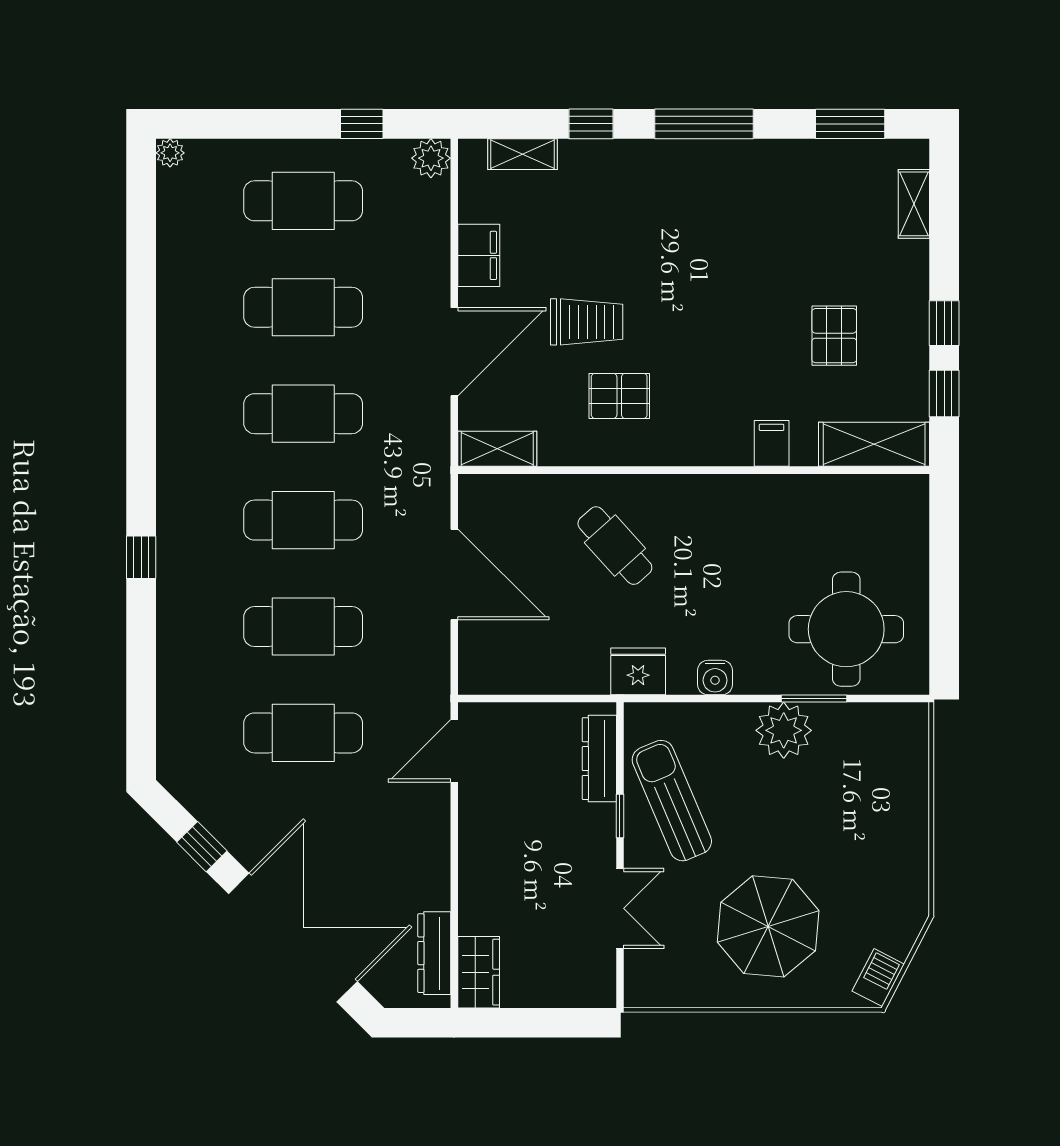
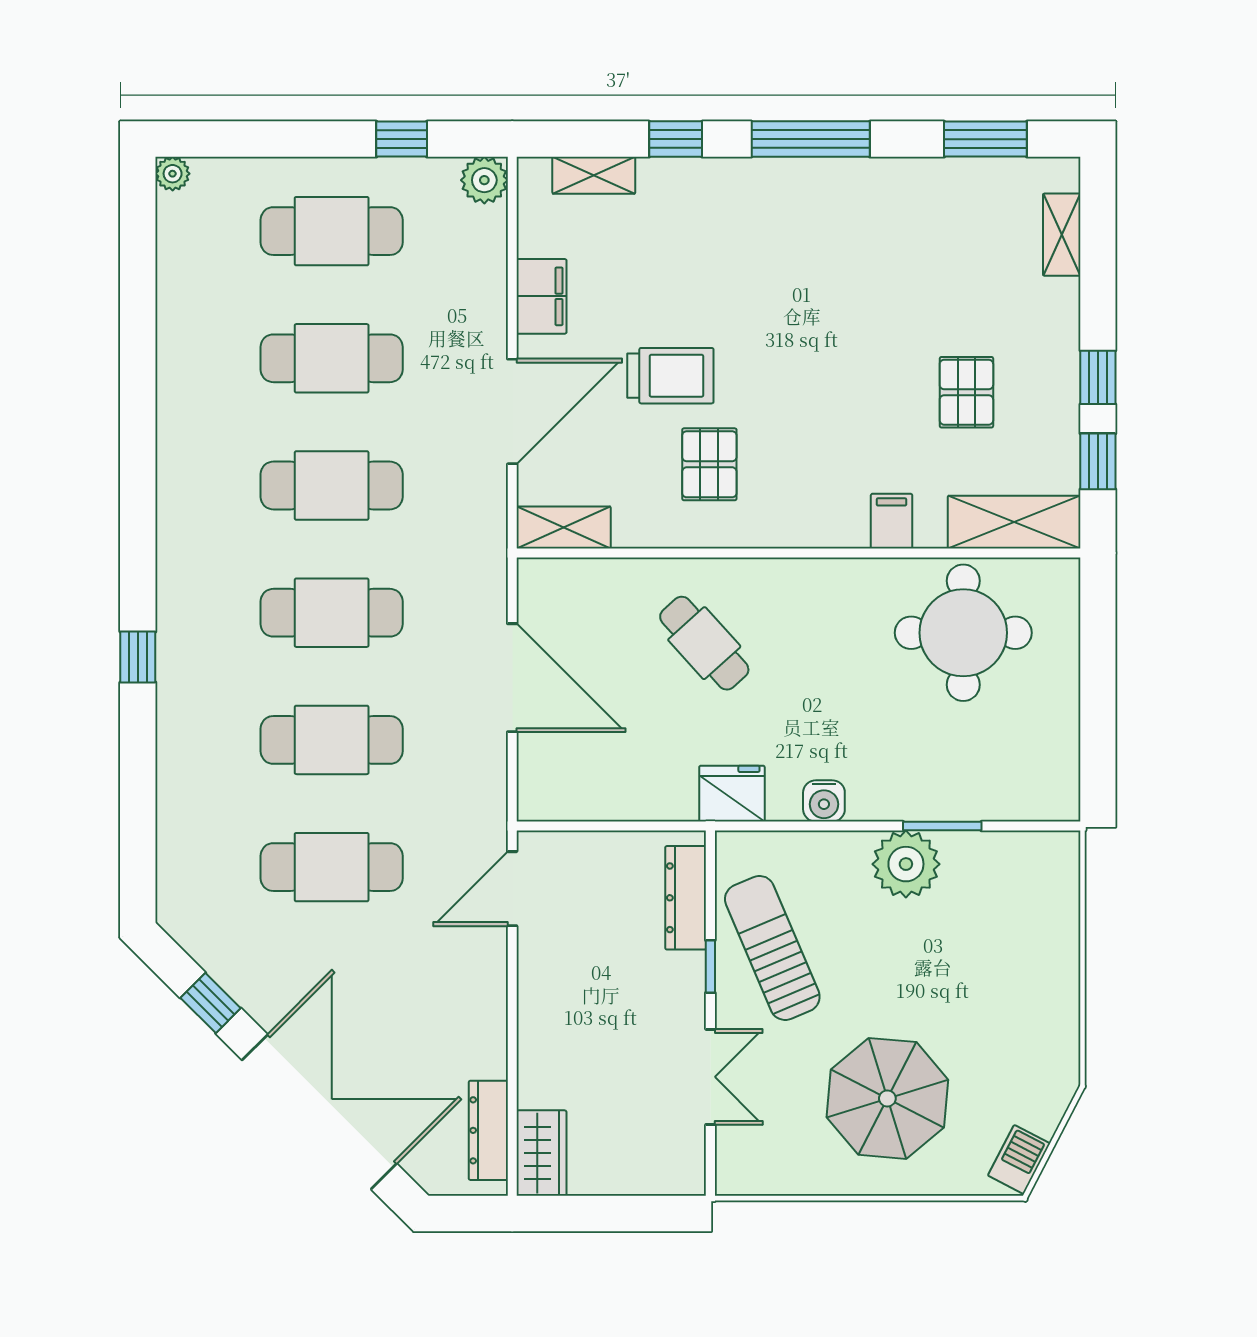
pallet: (619, 396) -> (709, 464), turned 90
round table: (846, 629) -> (963, 633), moved

